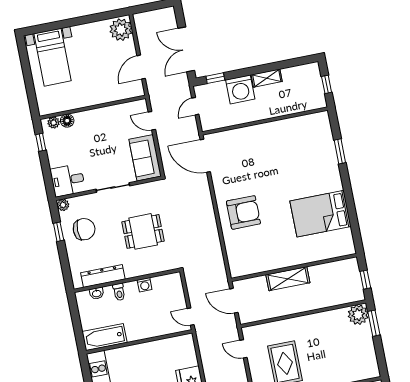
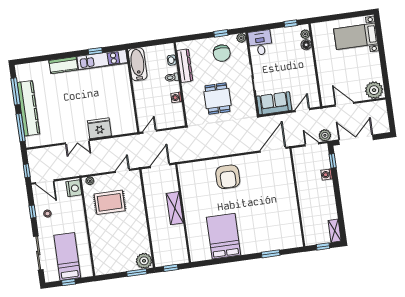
shelving: (267, 78) -> (335, 231), moved
washing machine: (240, 89) -> (327, 175), width x0.53, depth x0.53
plant: (183, 90) -> (325, 135), added

